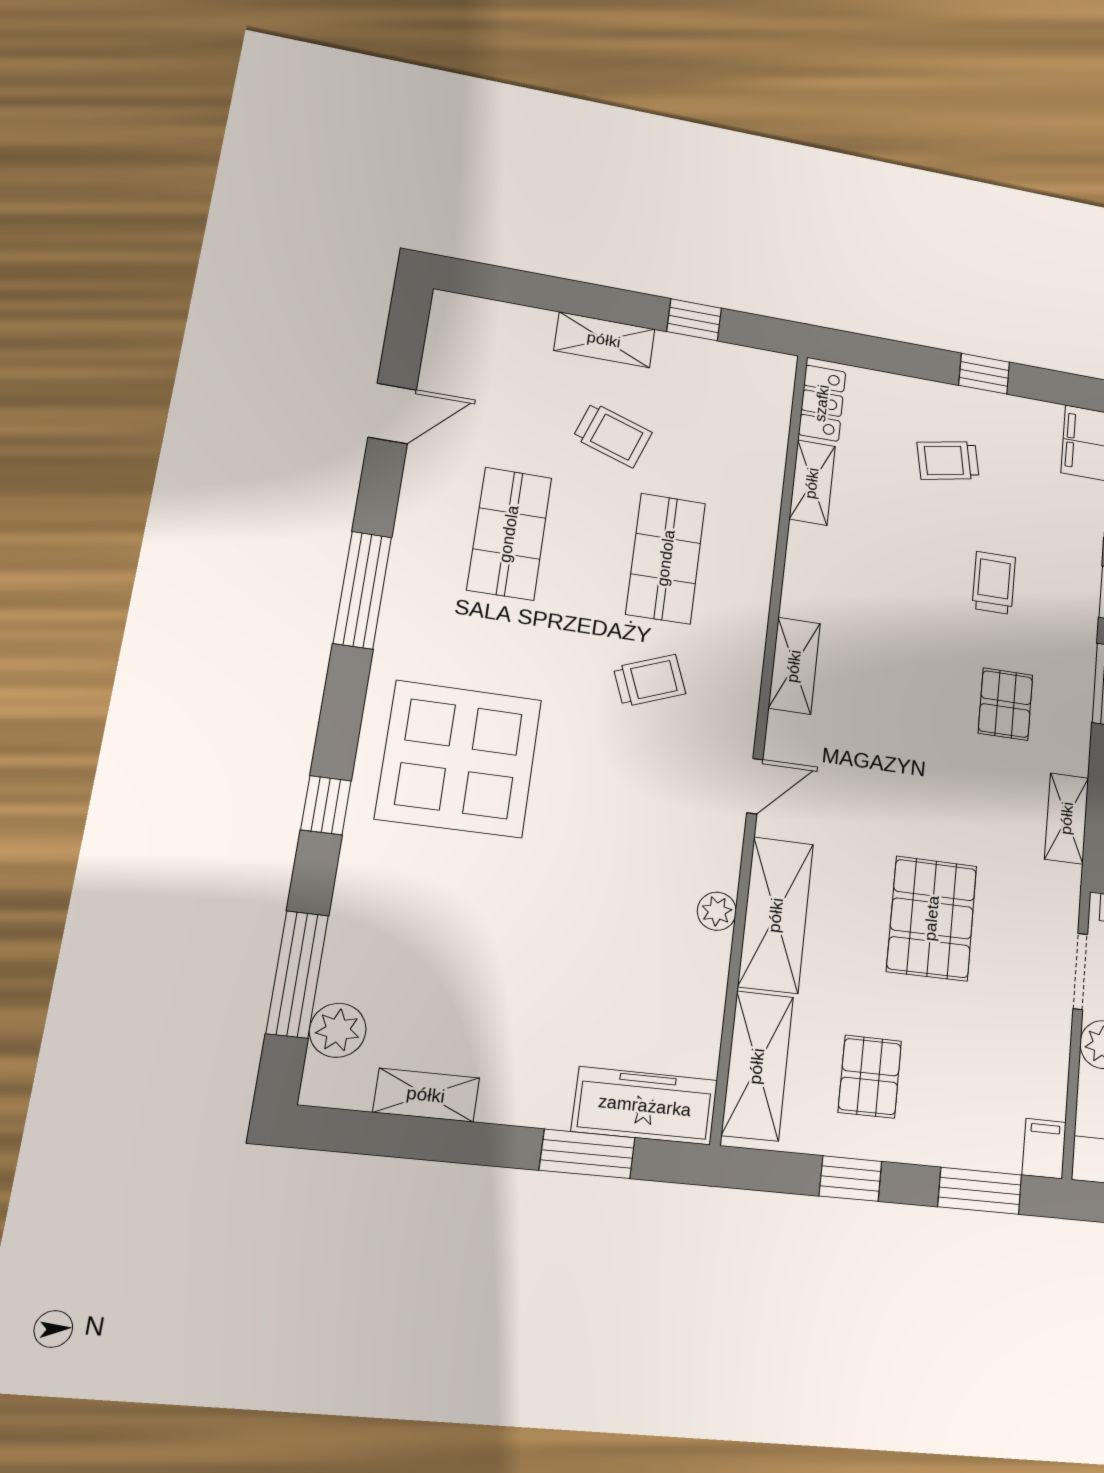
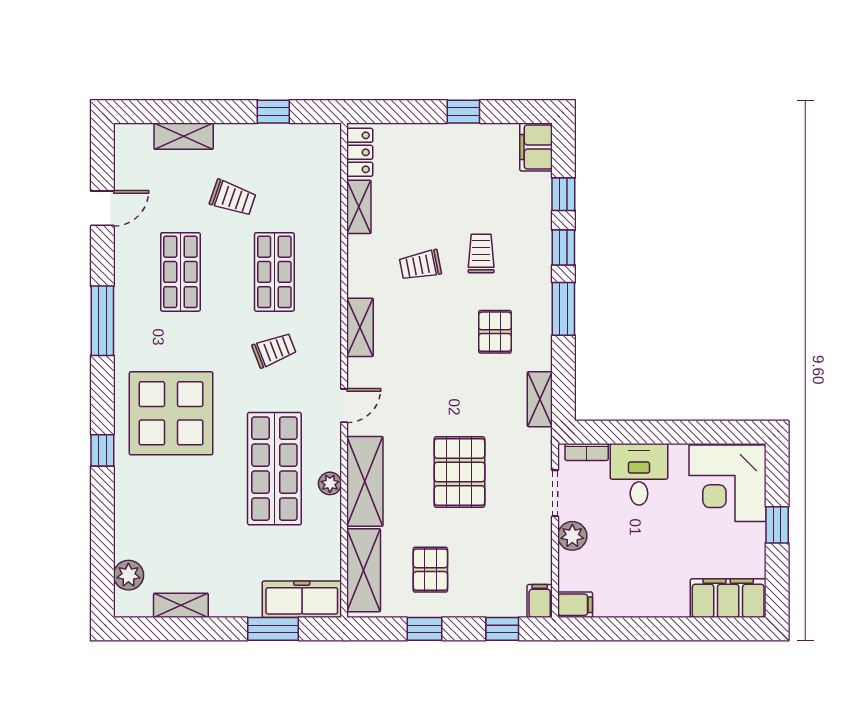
shelving: (604, 340) -> (184, 136), moved
trolley: (948, 460) -> (420, 265), moved
shop shelf: (625, 875) -> (274, 469), added
window: (297, 974) -> (102, 547), removed
window: (980, 1191) -> (502, 629), width x0.67

